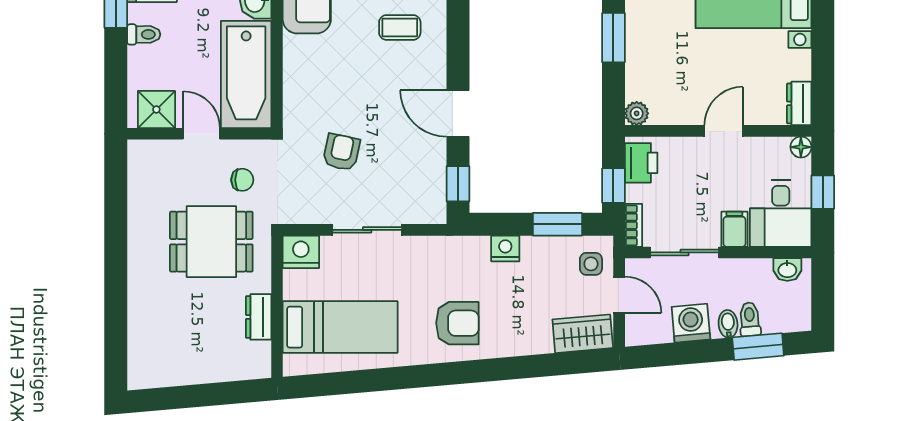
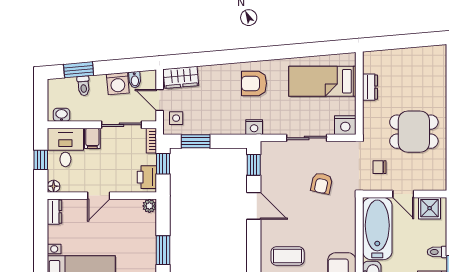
coffee table: (400, 27) -> (288, 256), width x1.36, depth x1.30
dining table: (211, 242) -> (414, 132), moved
nightstand: (505, 248) -> (254, 127), moved
bidet: (728, 324) -> (135, 80), moved

